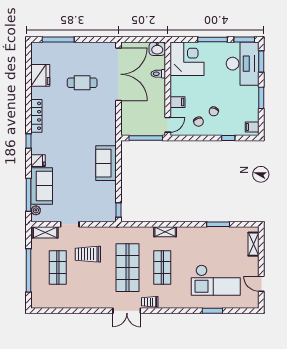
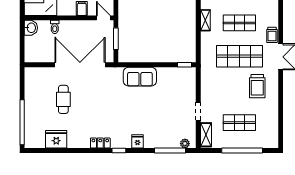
window: (58, 40) -> (22, 122), width x1.46
double door: (118, 74) -> (80, 65), moved
locker: (36, 116) -> (100, 143), width x0.66
window: (146, 138) -> (116, 39), width x0.69
sofa: (42, 186) -> (162, 138), removed
trolley: (88, 254) -> (257, 86), moved

